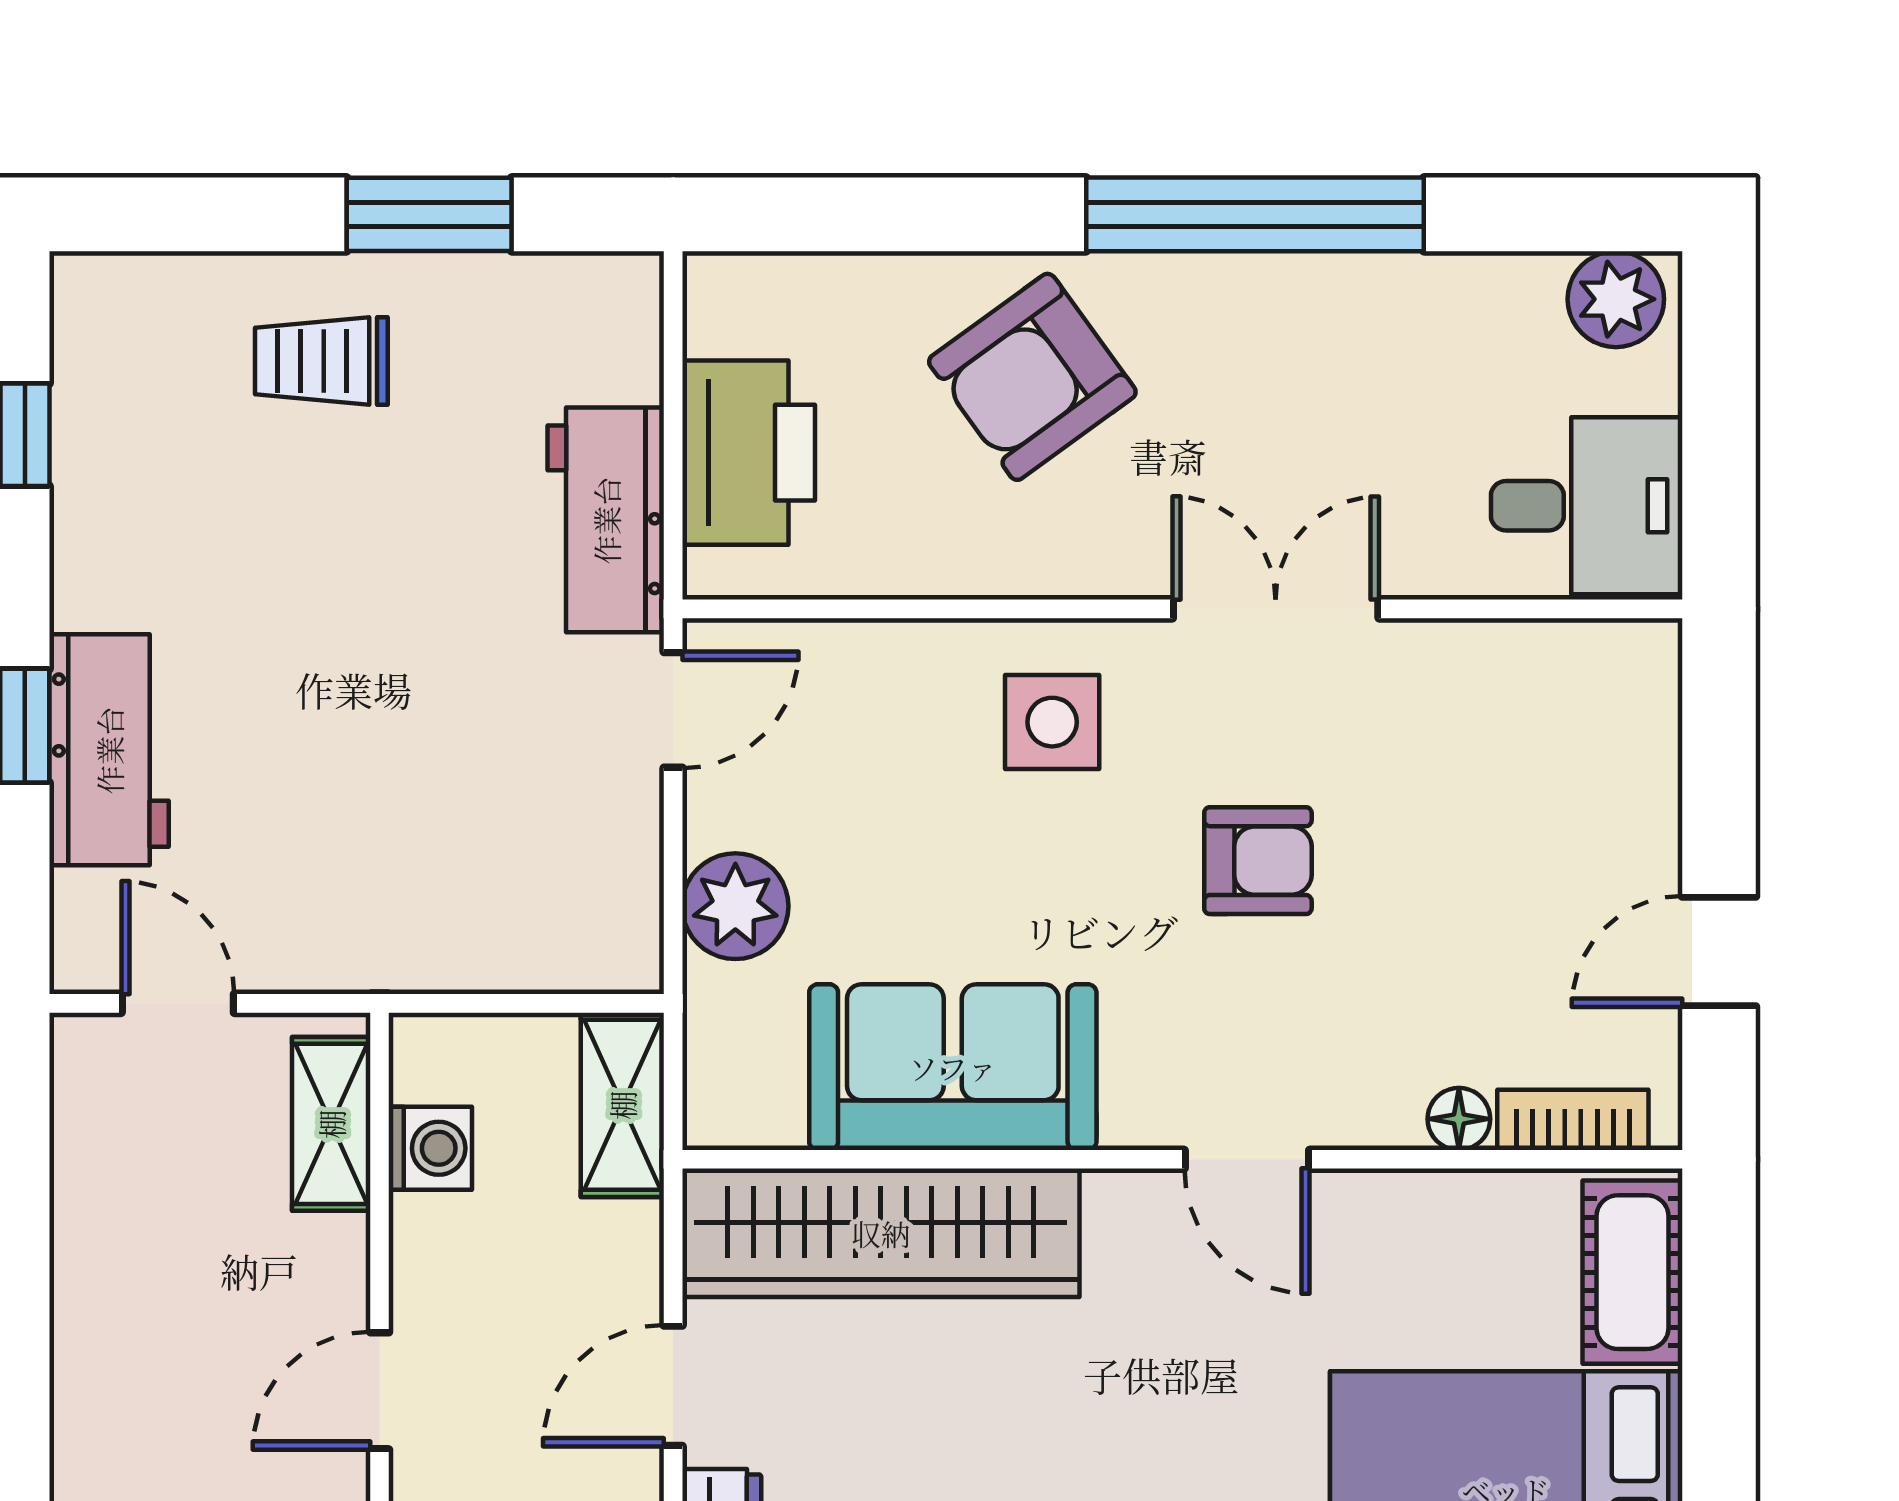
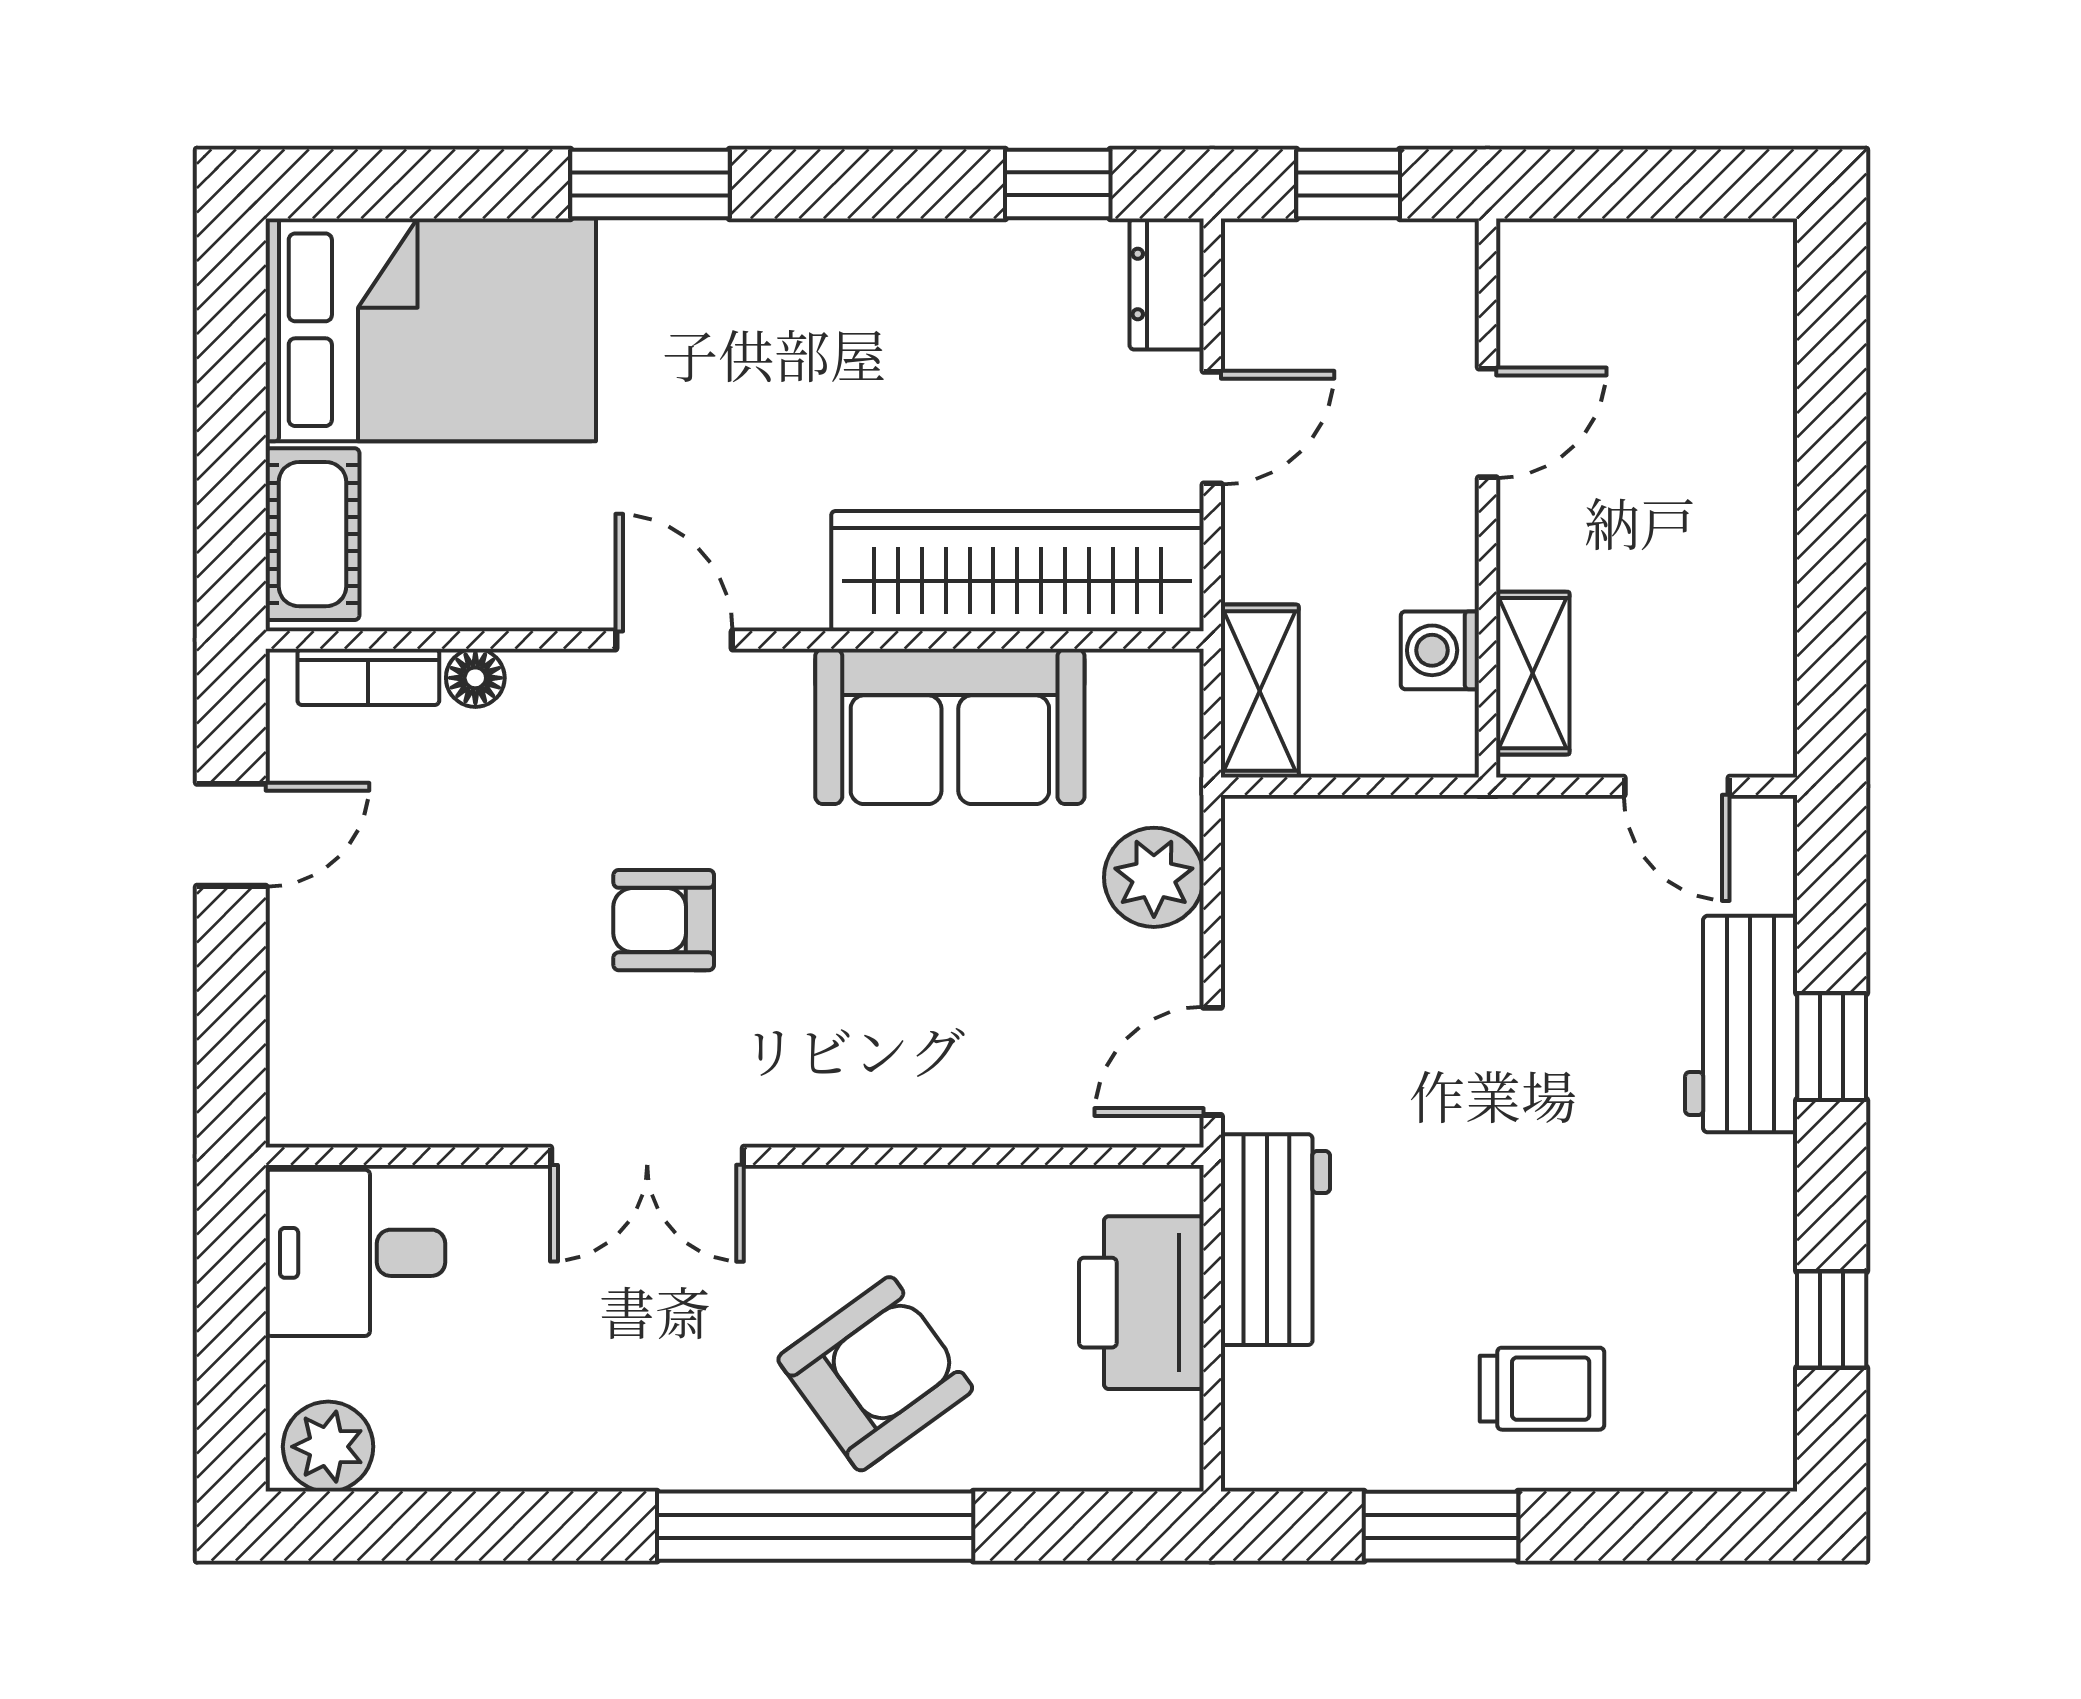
window: (1255, 214) -> (815, 1526), moved
side table: (1052, 722) -> (857, 1050), removed

